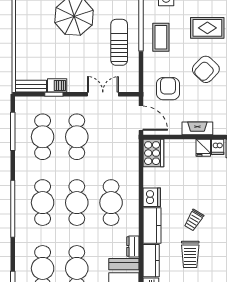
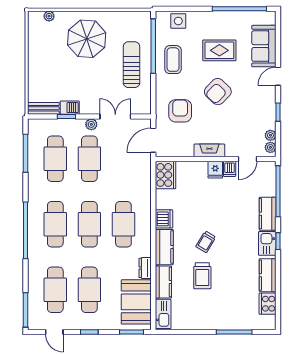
plant: (79, 102) -> (91, 124), added
door: (141, 118) -> (153, 140), swing flipped

